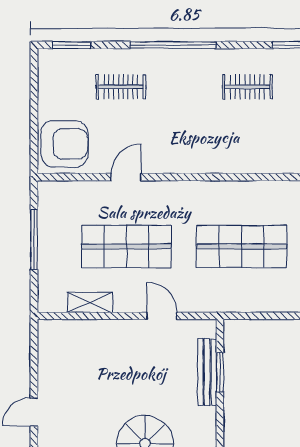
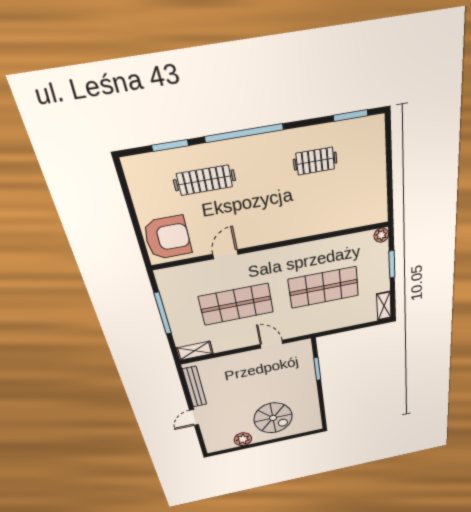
window: (71, 45) -> (170, 145), moved
clothes rail: (121, 87) -> (205, 180), width x1.36
shelving: (90, 302) -> (195, 351), moved
bench: (207, 372) -> (195, 387), moved

